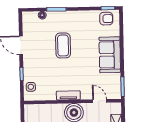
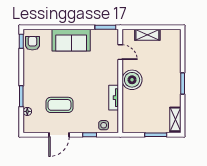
coffee table: (63, 45) -> (59, 105), moved
tv unit: (68, 95) -> (114, 98), moved
door: (100, 101) -> (120, 52), swing flipped

